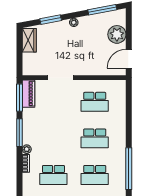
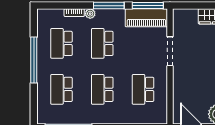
piano: (28, 94) -> (146, 18), width x1.37, depth x1.33
school desk: (53, 138) -> (102, 43), added

